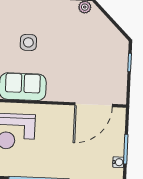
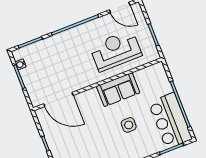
door: (94, 105) -> (58, 100), swing flipped

